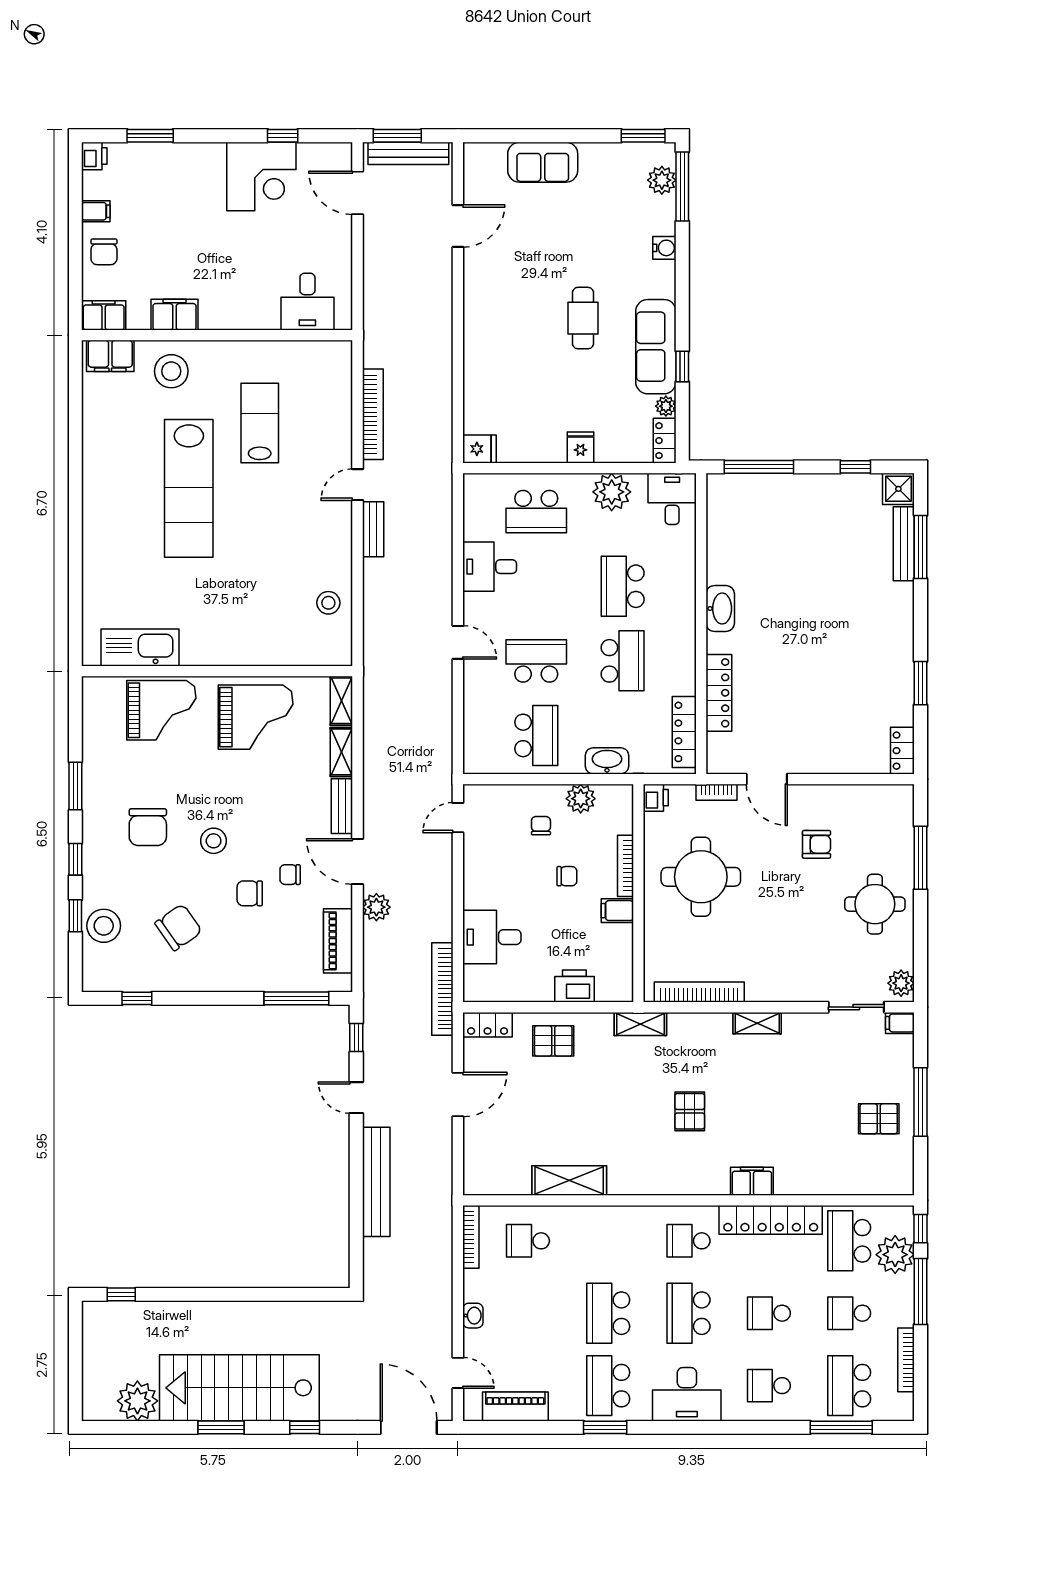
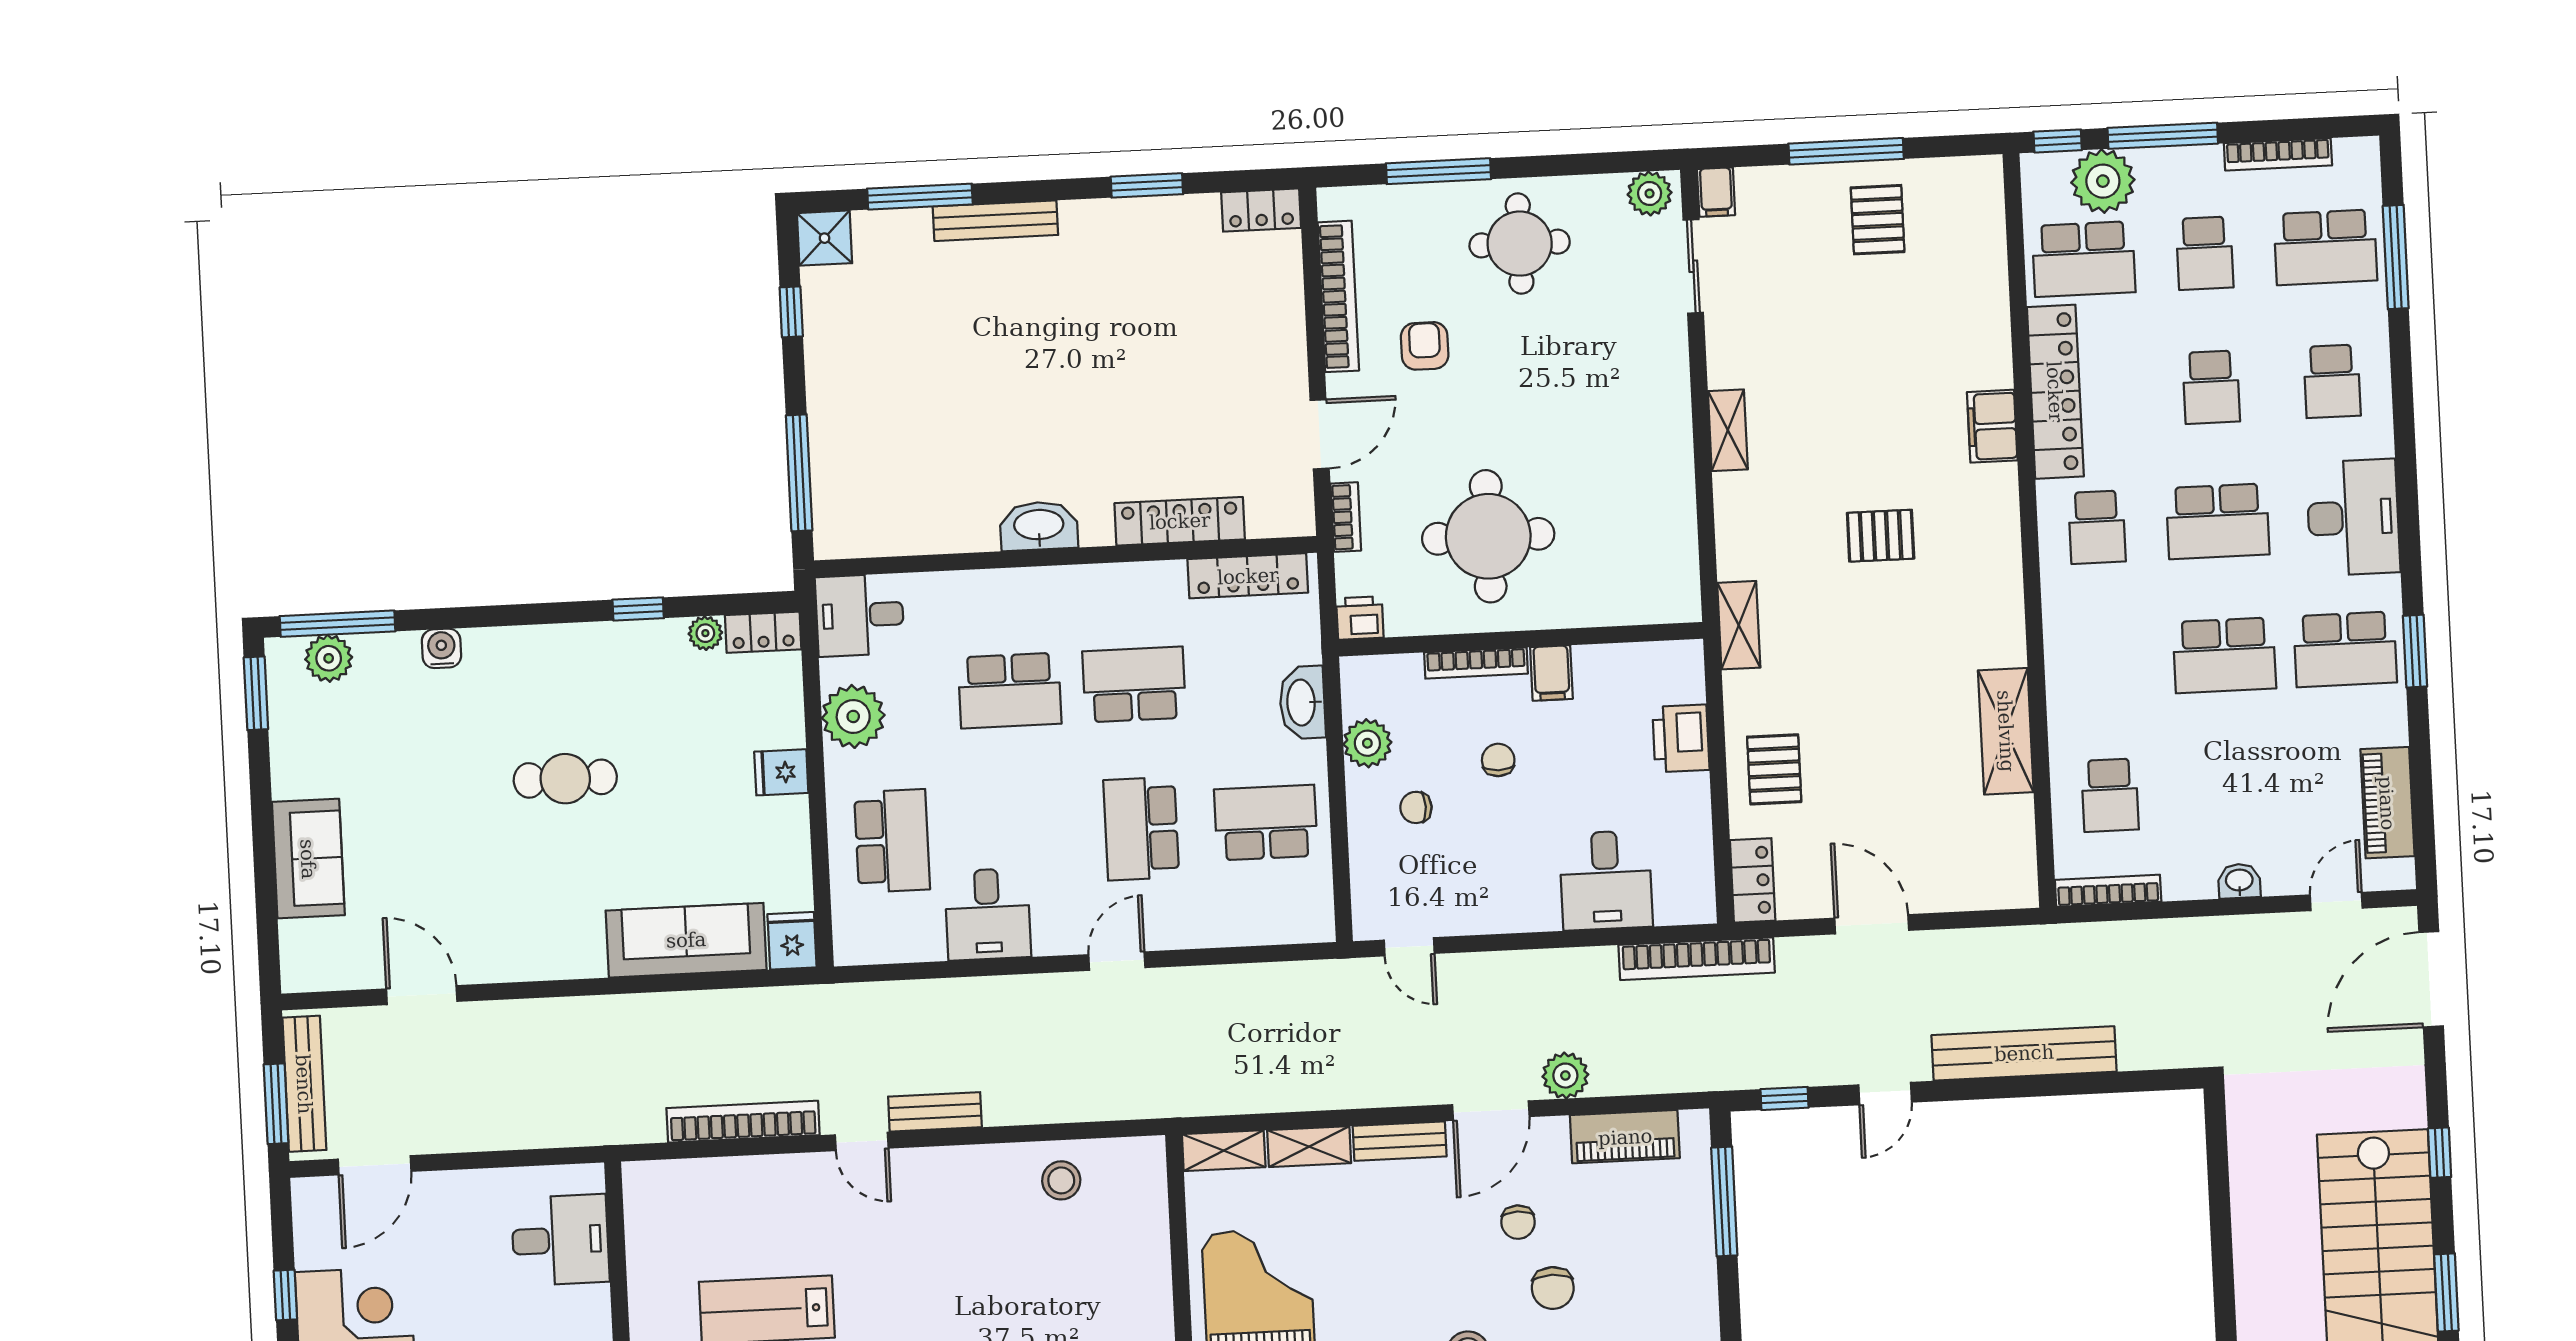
sofa: (656, 347) -> (686, 940), moved, turned 180
bench: (904, 544) -> (995, 221), moved
bookcase: (699, 992) -> (1338, 296), moved, turned 180

